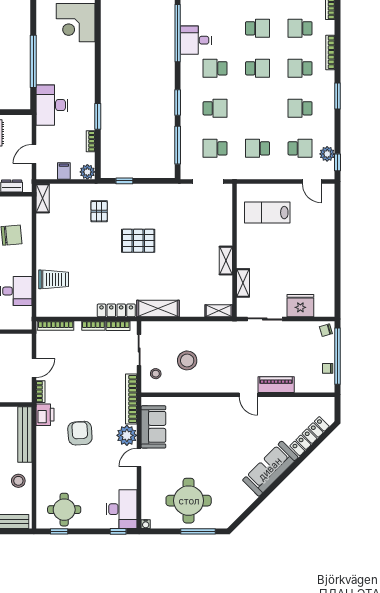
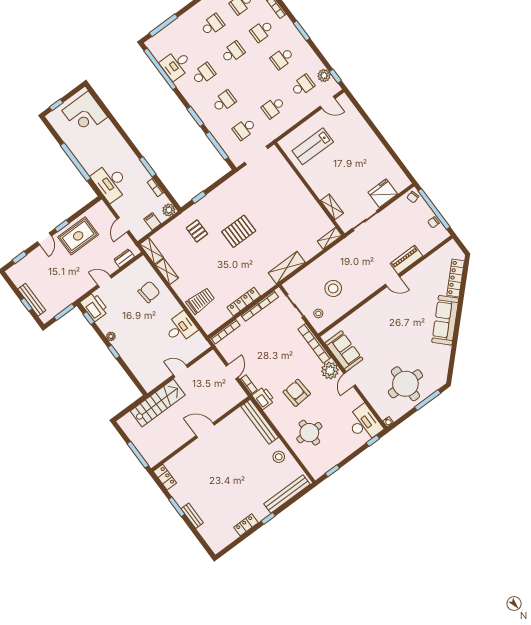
school desk: (215, 68) -> (204, 74), turned 180
shelving: (226, 261) -> (167, 272), moved
locker: (116, 310) -> (244, 302), moved
round table: (64, 510) -> (309, 433), moved

